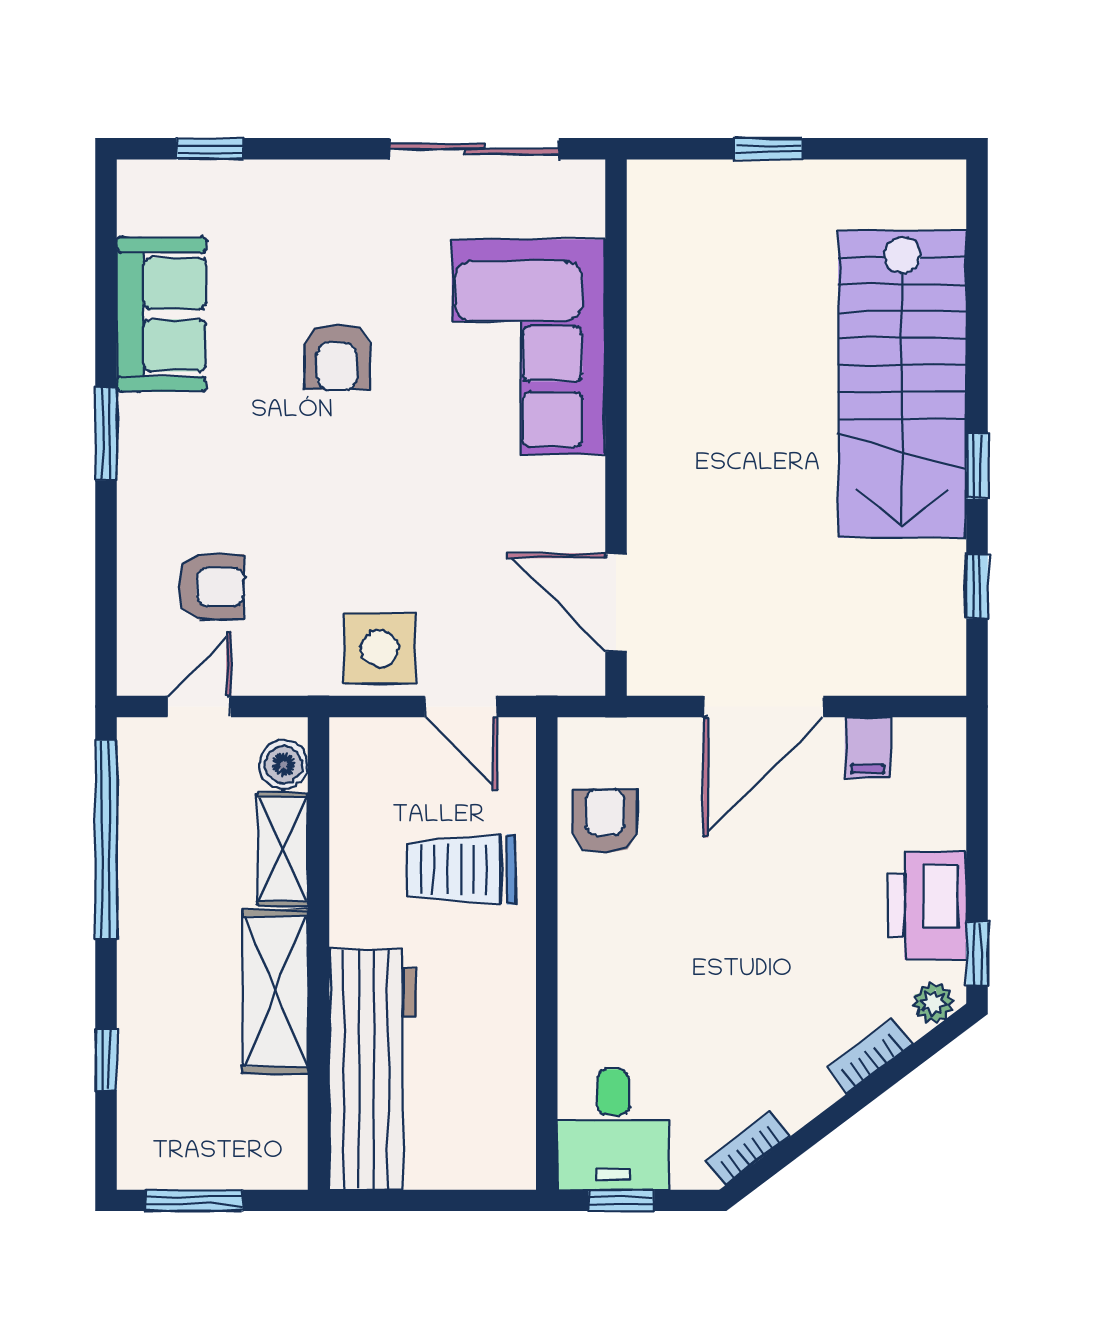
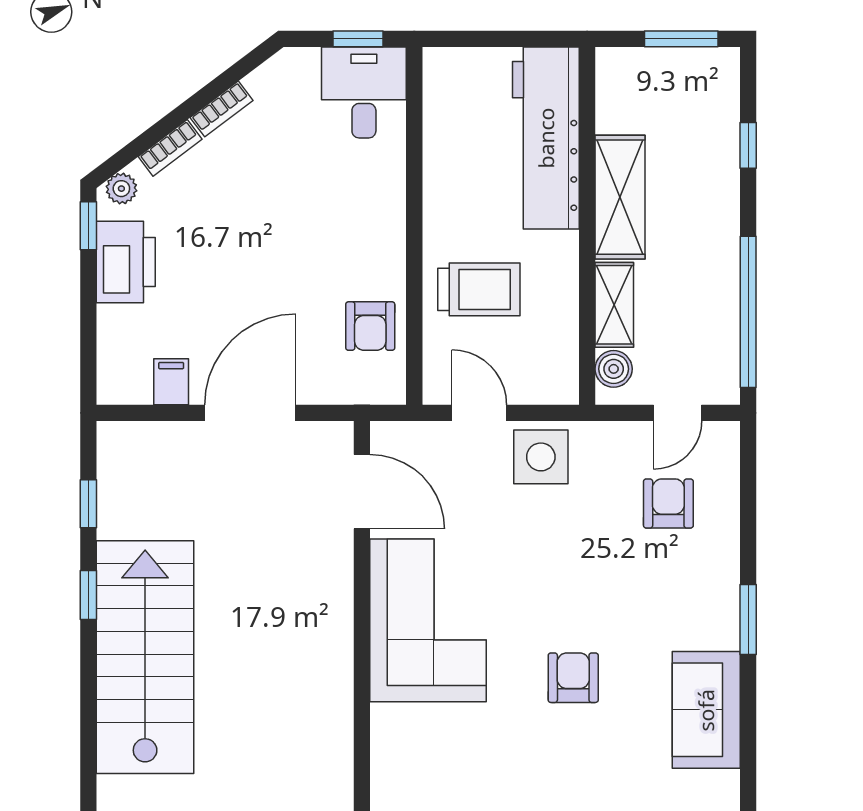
corner sofa: (529, 347) -> (428, 620), moved
armchair: (211, 587) -> (668, 504), turned 90
bookcase: (747, 1149) -> (221, 109), moved

